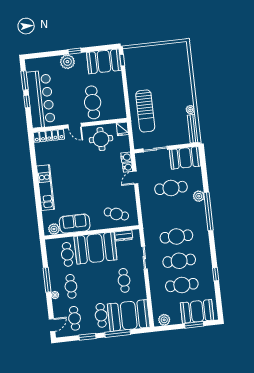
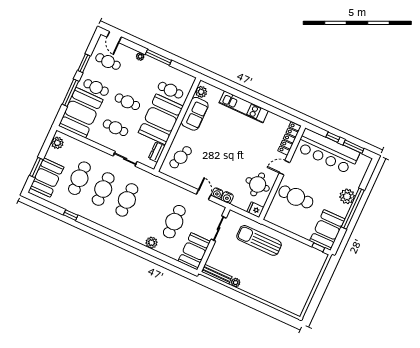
window: (75, 51) -> (353, 209), width x3.17
window: (209, 211) -> (132, 243), removed
cafe table: (71, 286) -> (127, 102), moved

